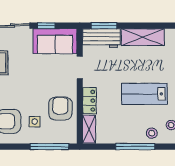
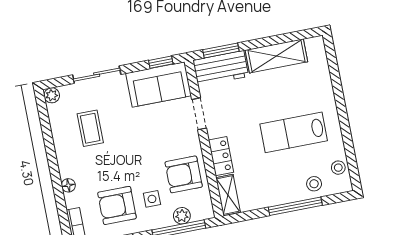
window: (46, 26) -> (161, 62), moved
armchair: (60, 109) -> (184, 174), turned -90
plant: (53, 138) -> (182, 216), added

